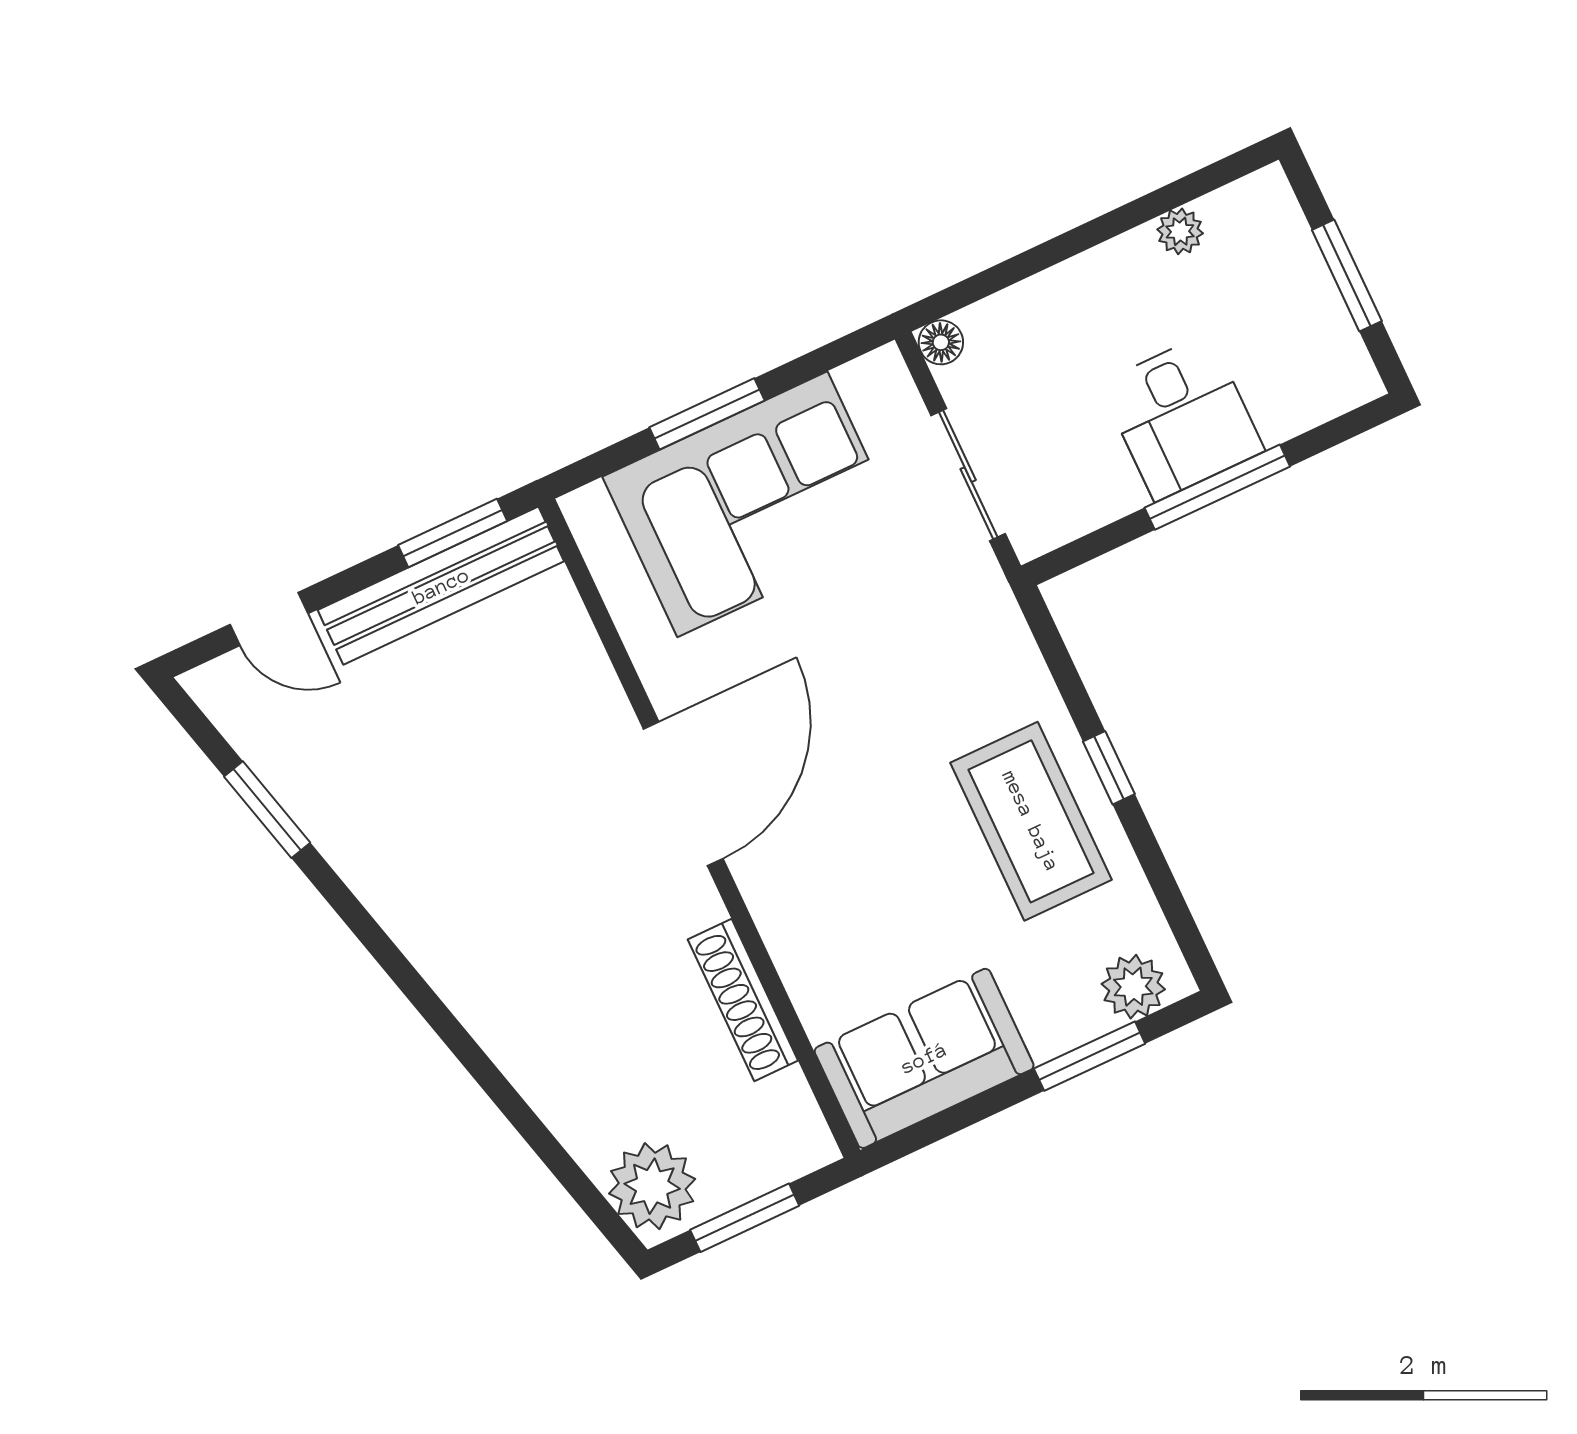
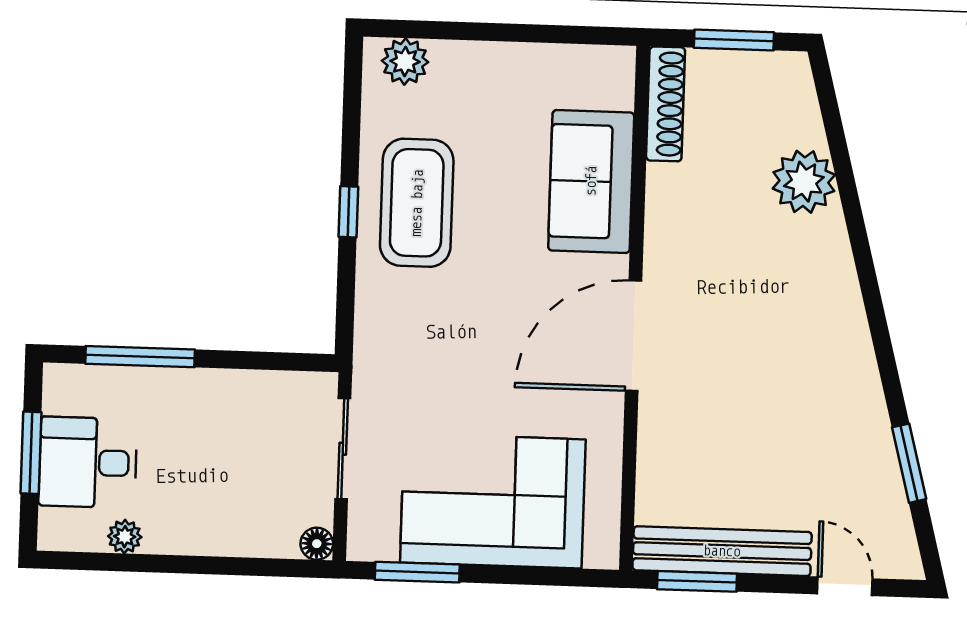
window: (707, 414) -> (417, 572), moved
desk: (1182, 417) -> (88, 462), moved, turned -90
window: (1217, 487) -> (140, 357), moved
shoe rack: (743, 1000) -> (666, 104), moved
window: (1090, 1056) -> (456, 31), removed
sofa: (924, 1058) -> (591, 181), moved, turned 90
plant: (652, 1186) -> (804, 182), moved

